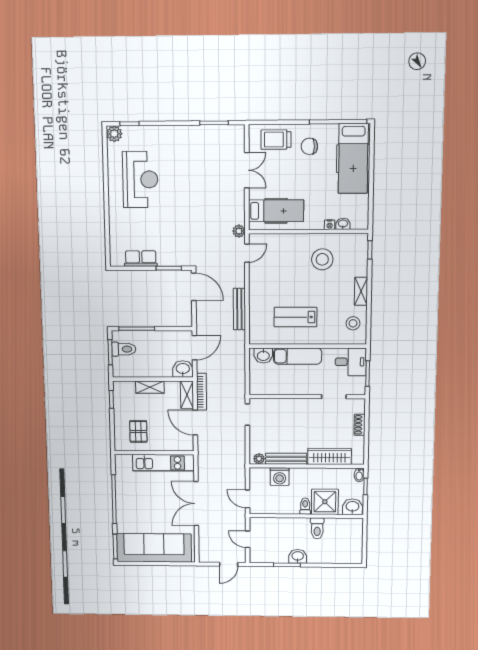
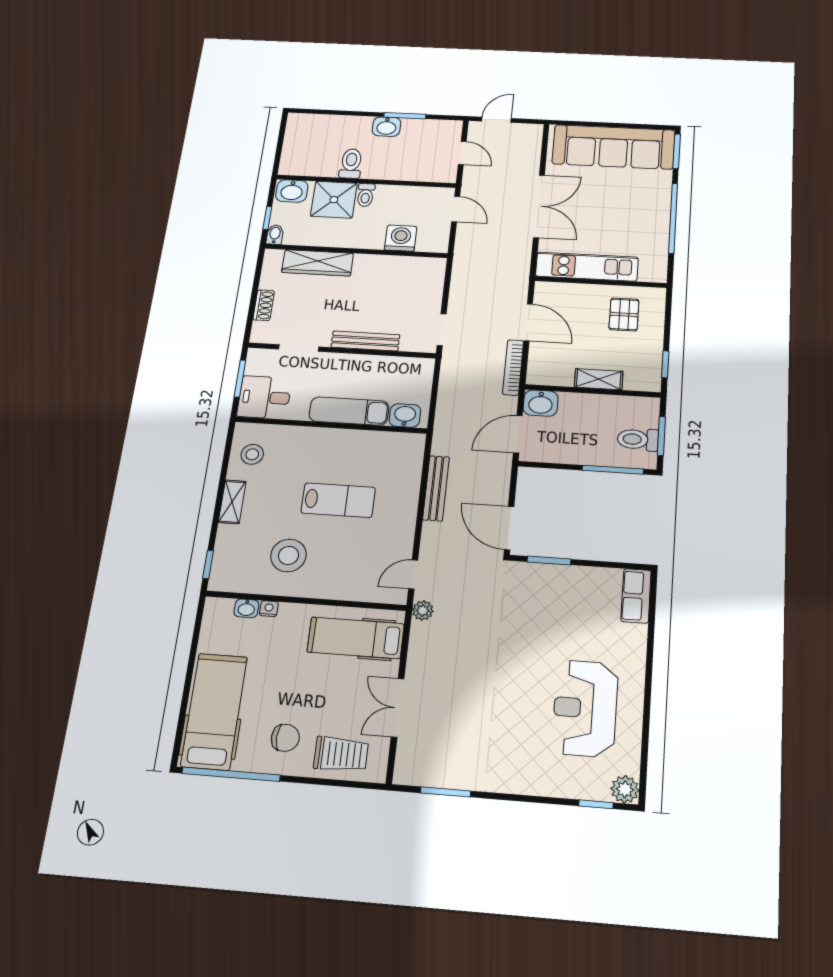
row of seats: (141, 259) -> (636, 596), moved, turned 90
lab bench: (295, 317) -> (338, 500), moved
shelving: (187, 395) -> (538, 364), removed
plant: (259, 459) -> (430, 265), removed
bench: (286, 459) -> (365, 341), moved

